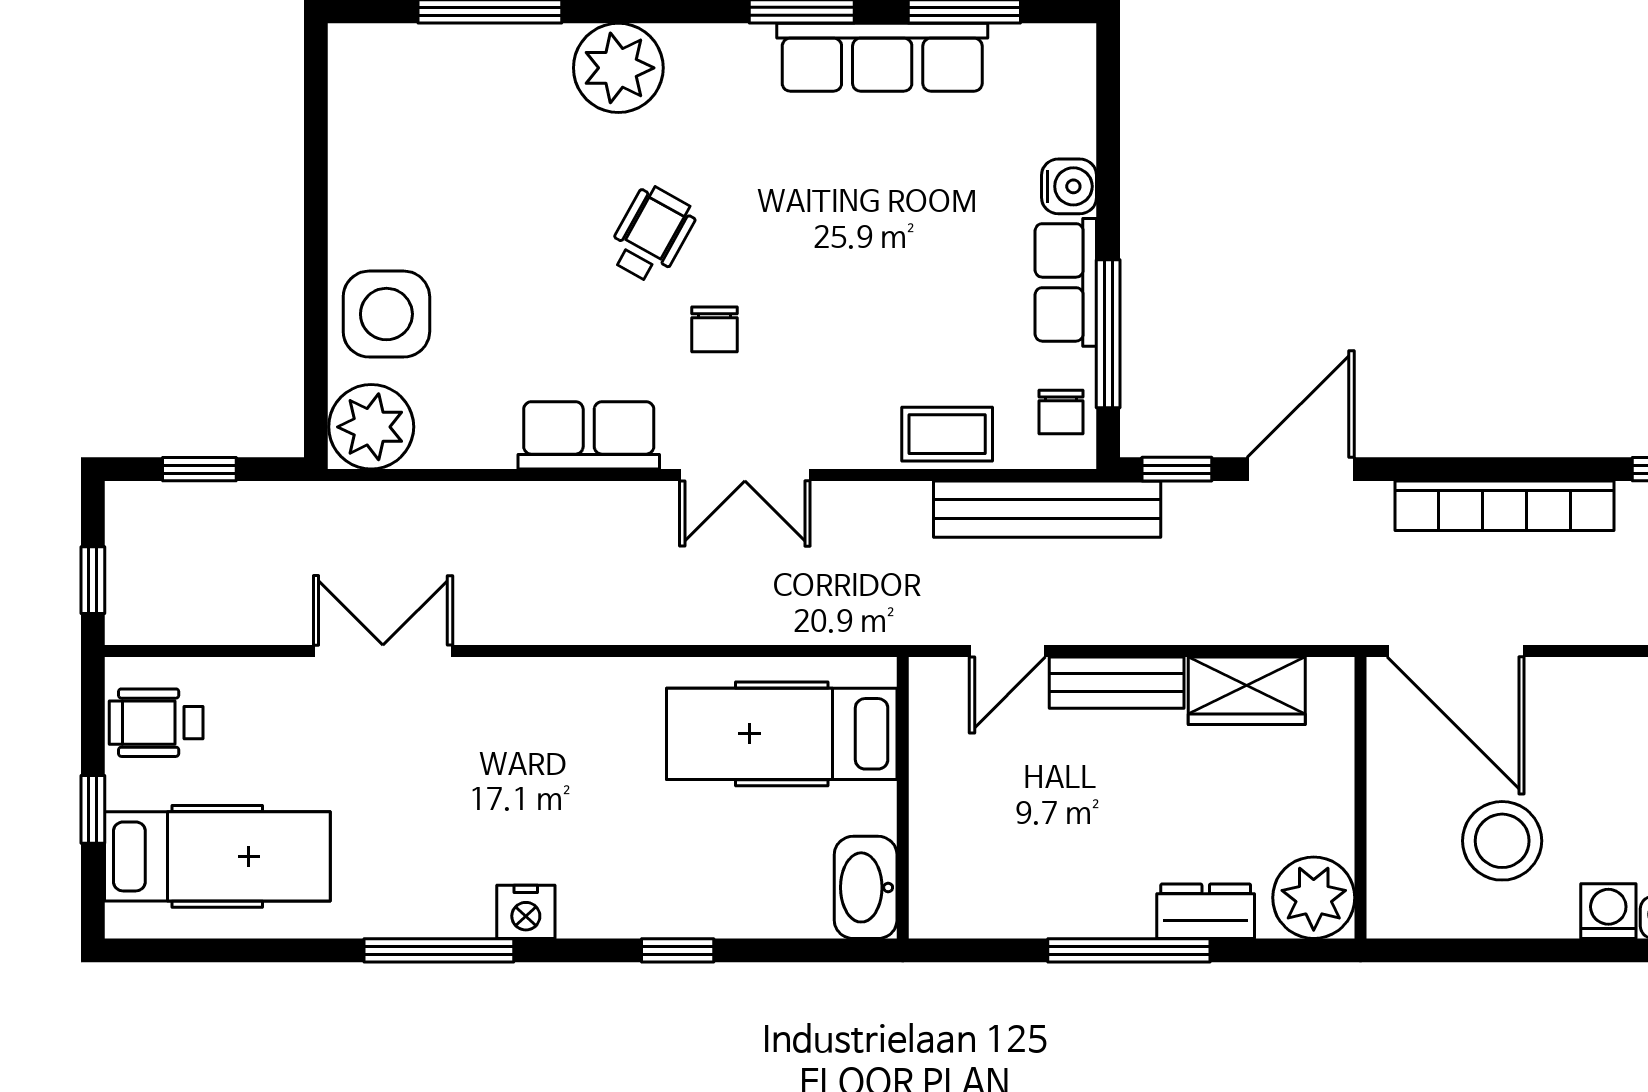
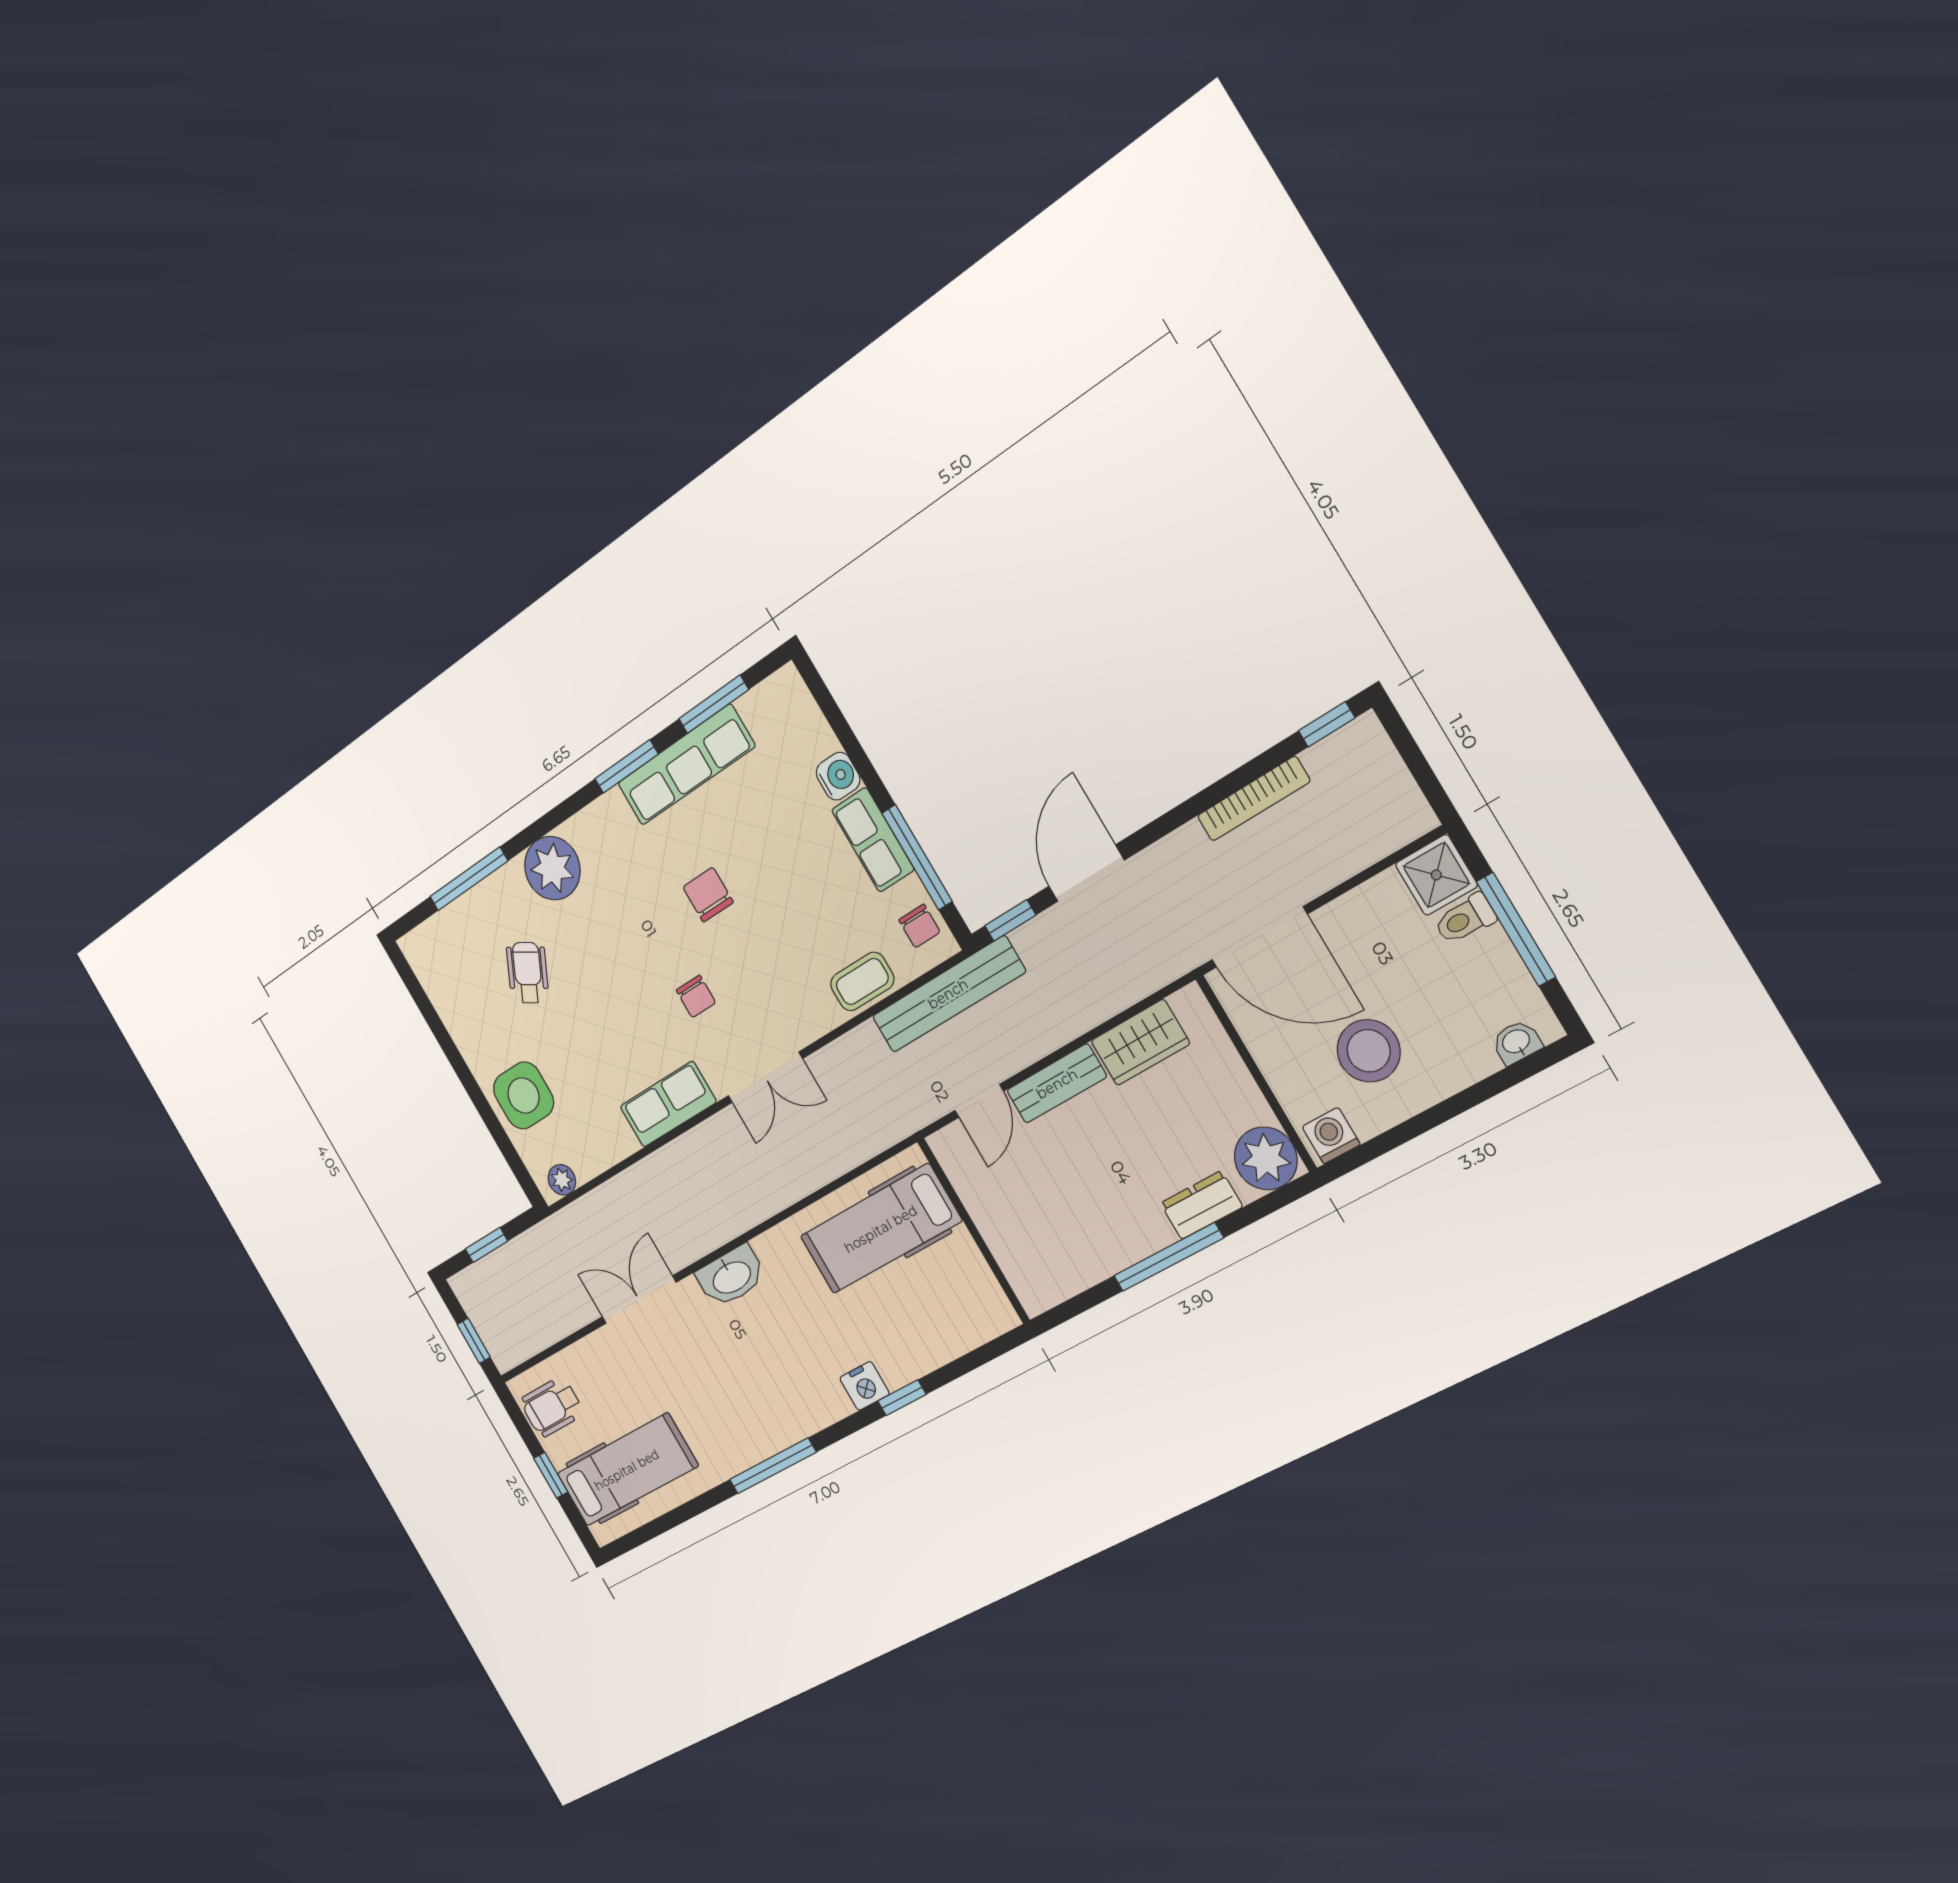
chair: (811, 221) -> (708, 895), added
wheelchair: (652, 234) -> (528, 973), moved
plant: (371, 427) -> (562, 1180), width x0.53, depth x0.53
bookcase: (1504, 506) -> (1254, 799), width x0.68, depth x0.76
washbasin: (866, 887) -> (731, 1276), moved, turned -90
washing machine: (1608, 911) -> (1331, 1136), moved
nightstand: (526, 912) -> (865, 1386), moved

